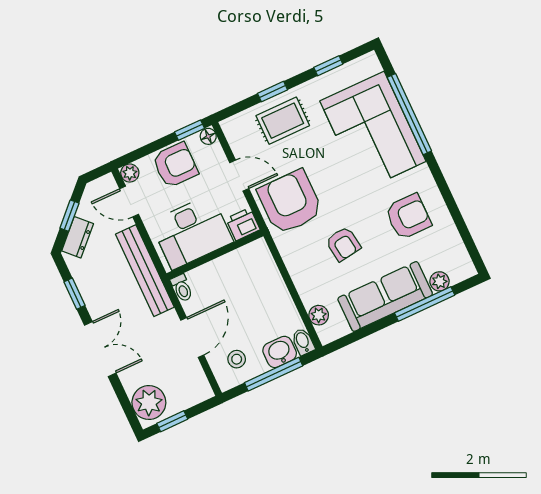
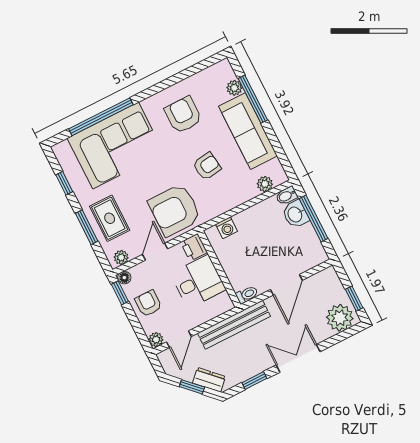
window: (272, 92) -> (87, 227), width x1.50
plant: (233, 133) -> (121, 257), added
armchair: (175, 165) -> (148, 303), width x0.72, depth x0.72
desk: (192, 232) -> (198, 282), width x0.73
washing machine: (266, 266) -> (227, 228), added
door: (192, 338) -> (286, 285), swing flipped
stool: (237, 359) -> (302, 249), removed

